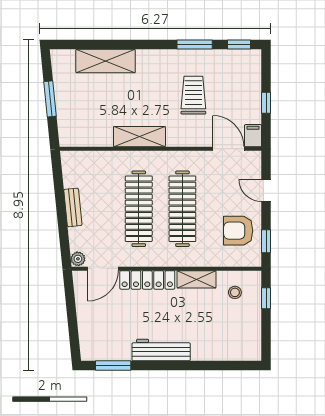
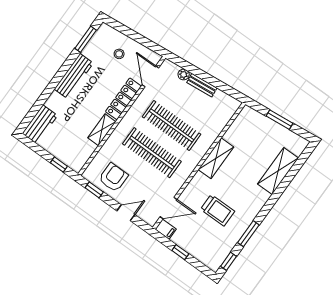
plant: (78, 259) -> (184, 75), moved
stool: (235, 292) -> (119, 54), moved
workbench: (238, 349) -> (40, 124), added

